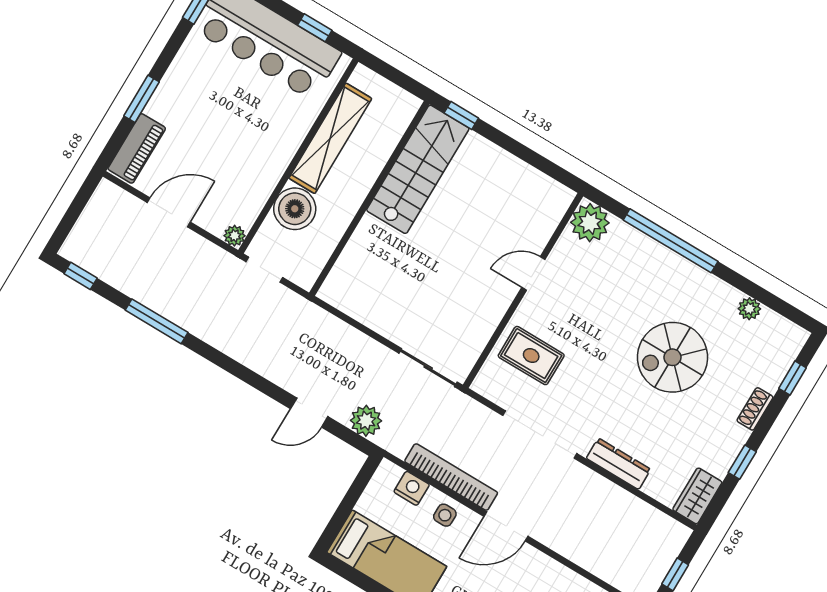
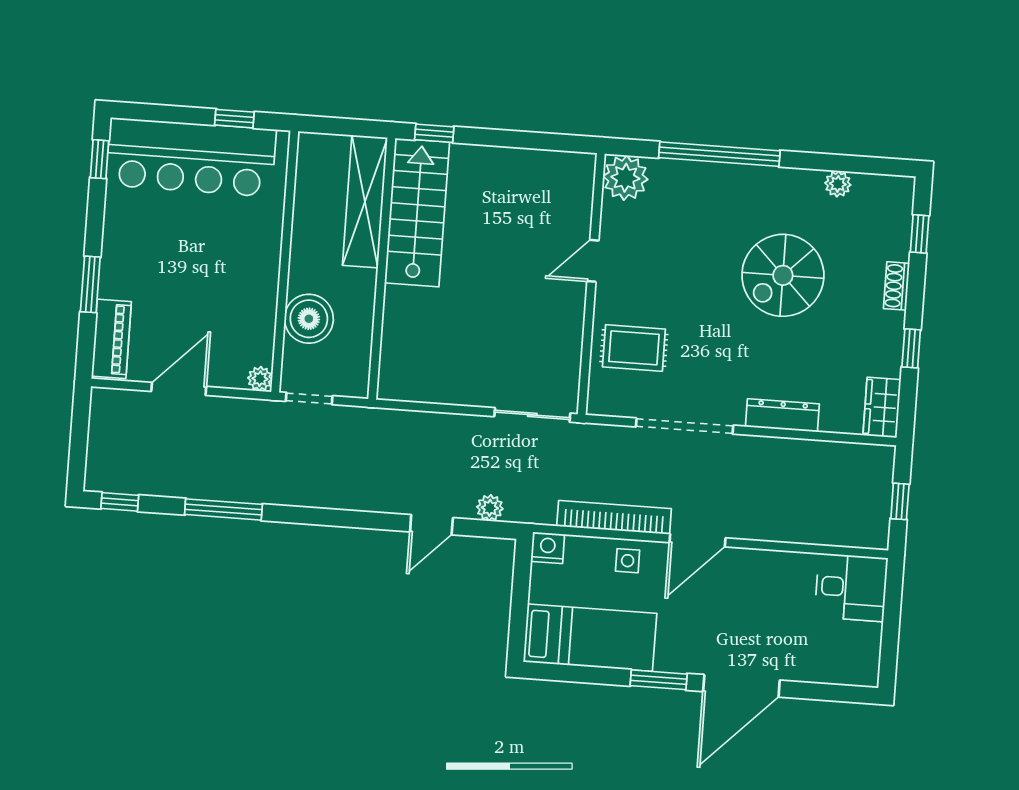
shelving: (330, 138) -> (365, 201), moved
plant: (366, 421) -> (490, 508), width x0.73, depth x0.73
nightstand: (412, 488) -> (548, 548), moved

